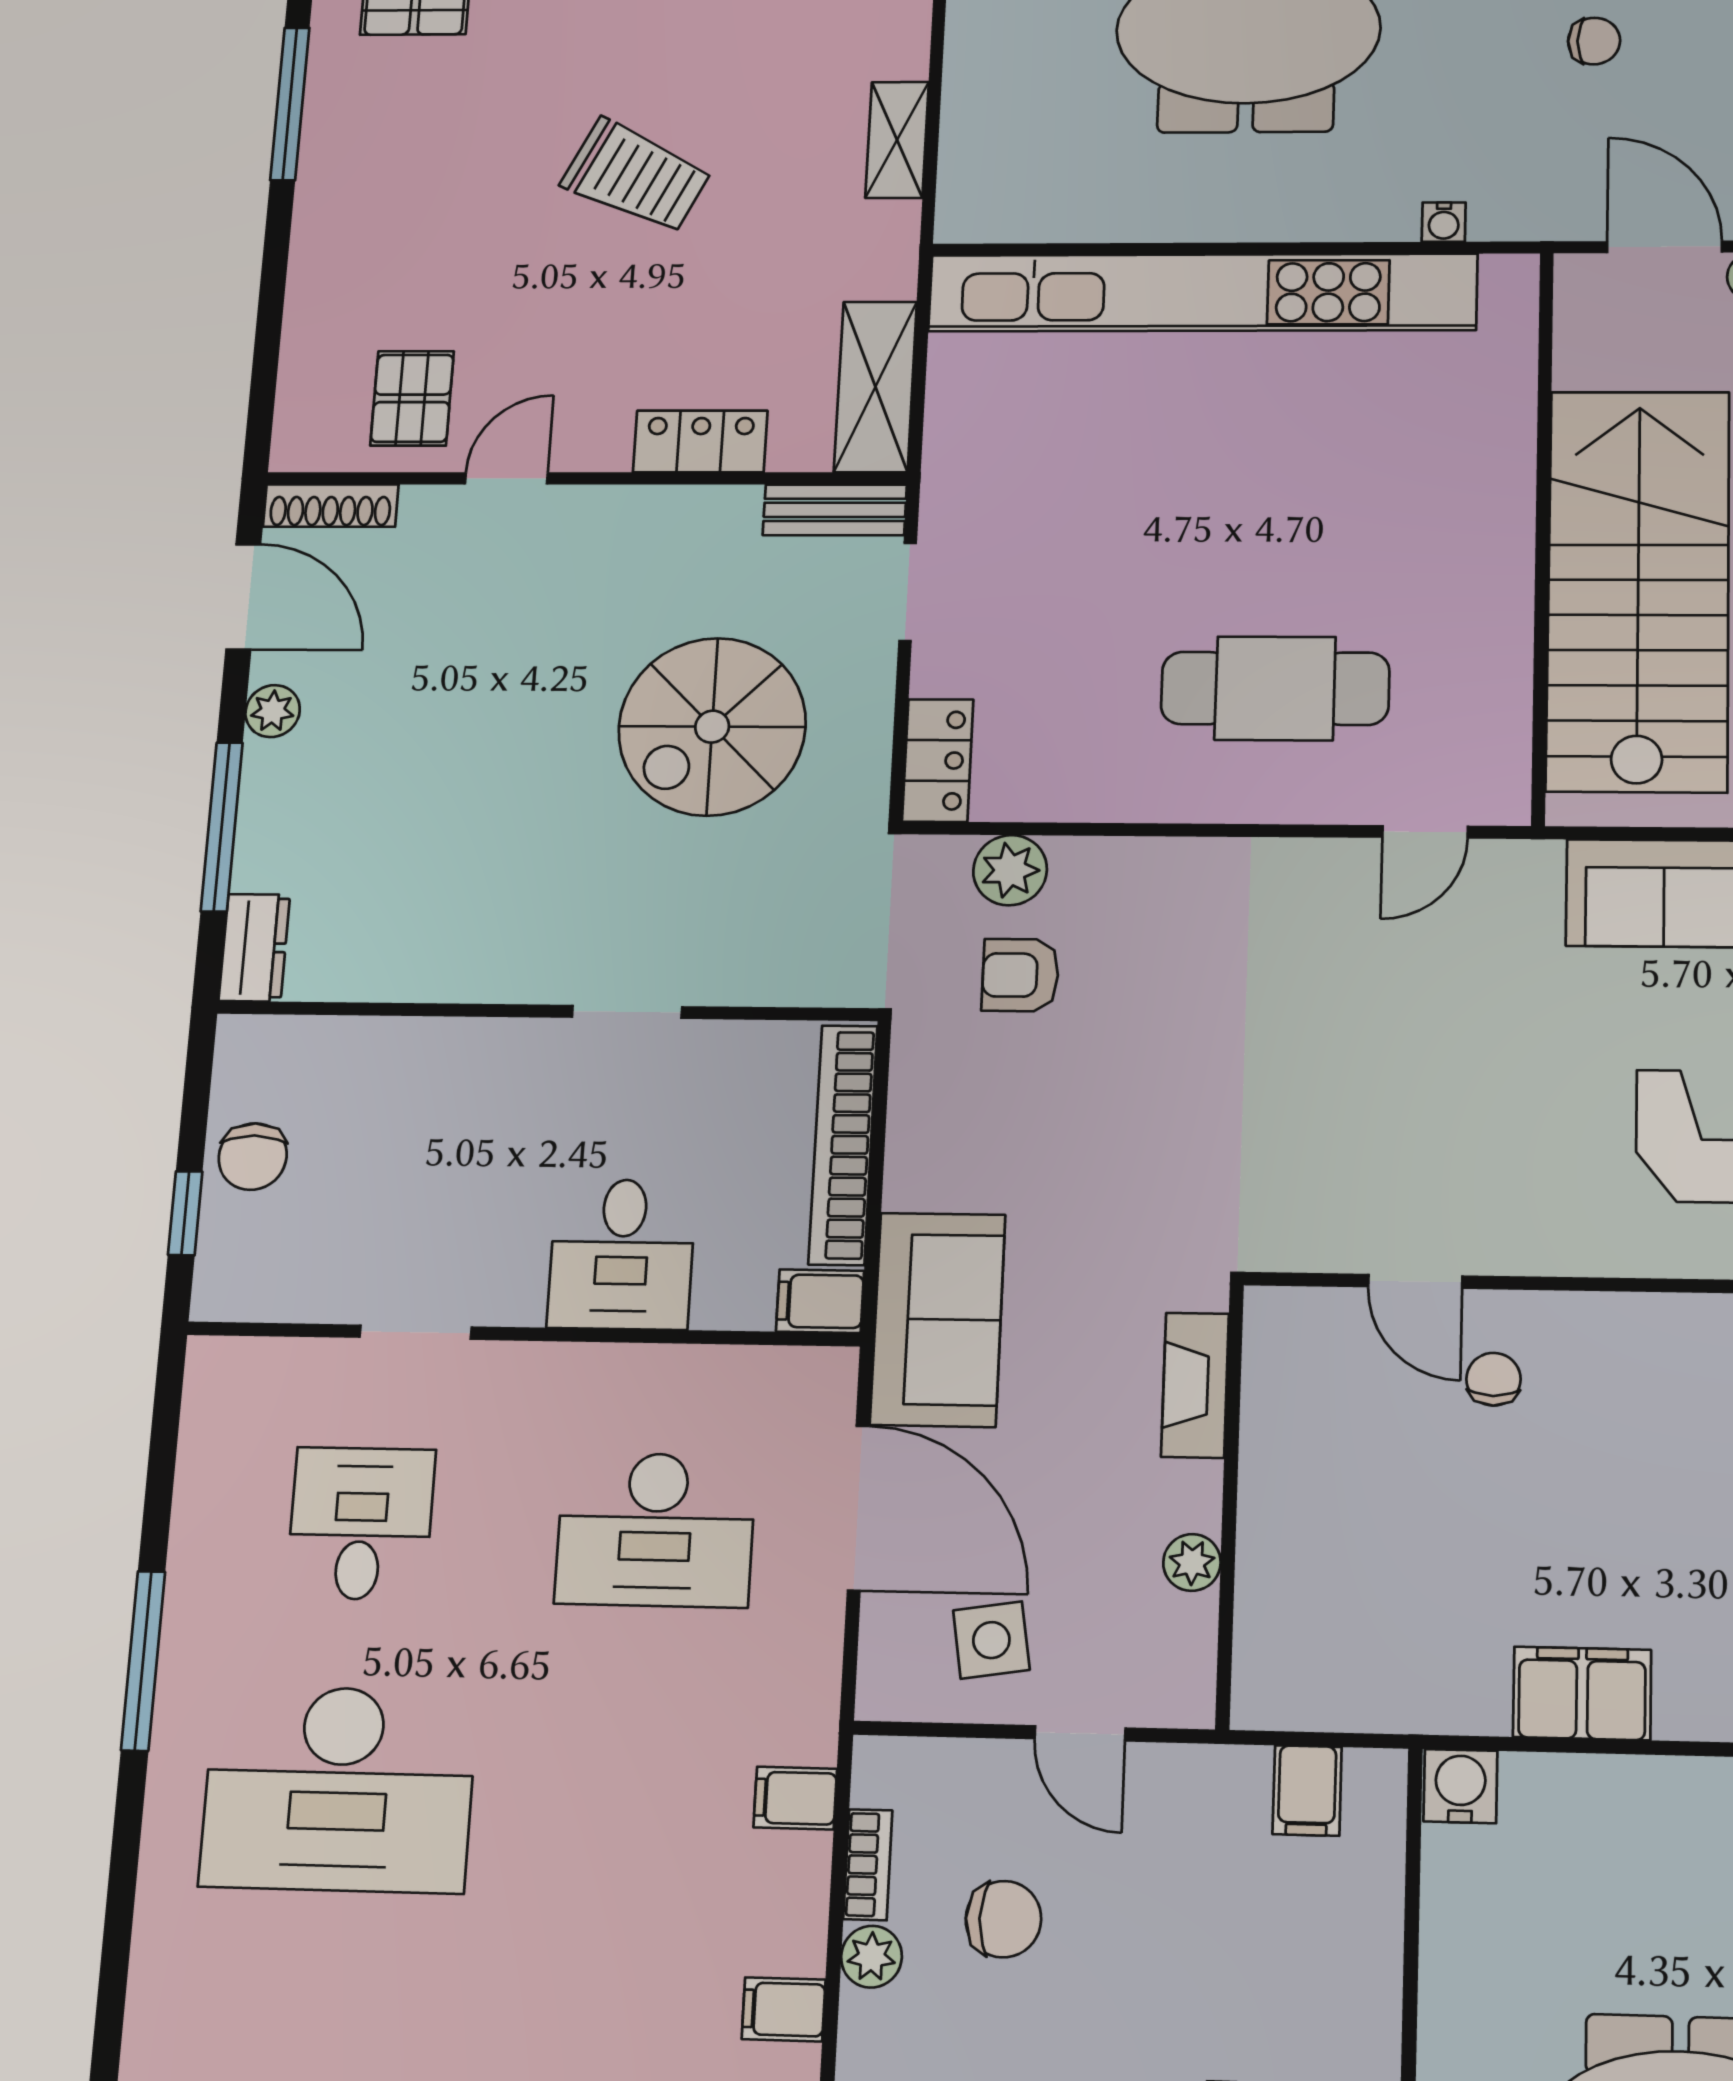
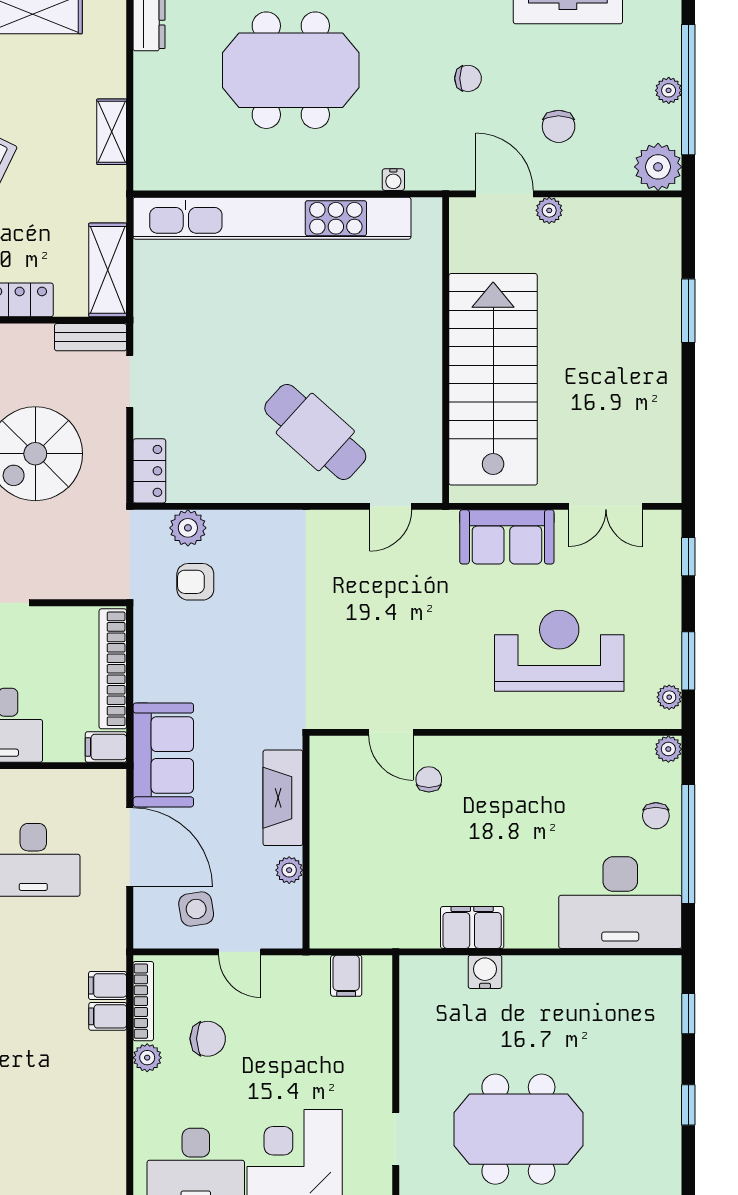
cafe table: (1275, 688) -> (315, 432), turned 42
fireplace: (1195, 1385) -> (283, 798), width x1.37, depth x1.32
water cooler: (1460, 1786) -> (485, 972), moved
bookcase: (868, 1865) -> (143, 1001), width x1.56
filing cabinet: (784, 2009) -> (108, 1016), moved

